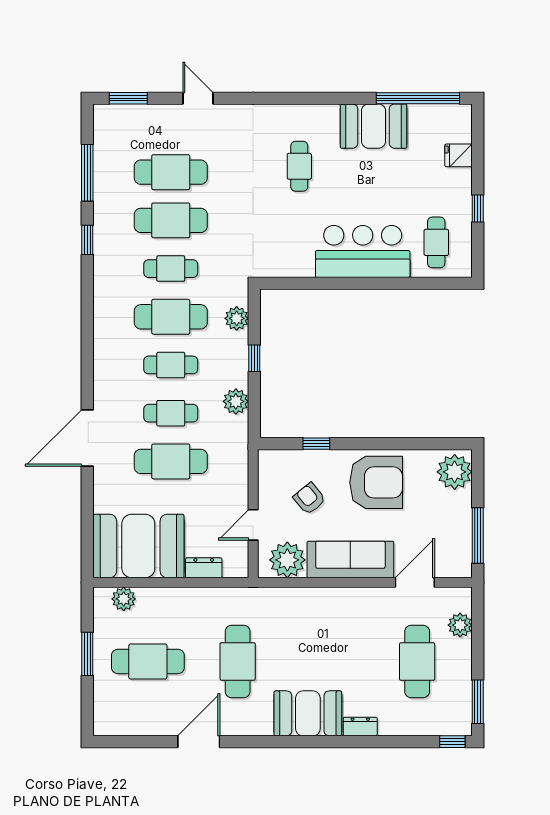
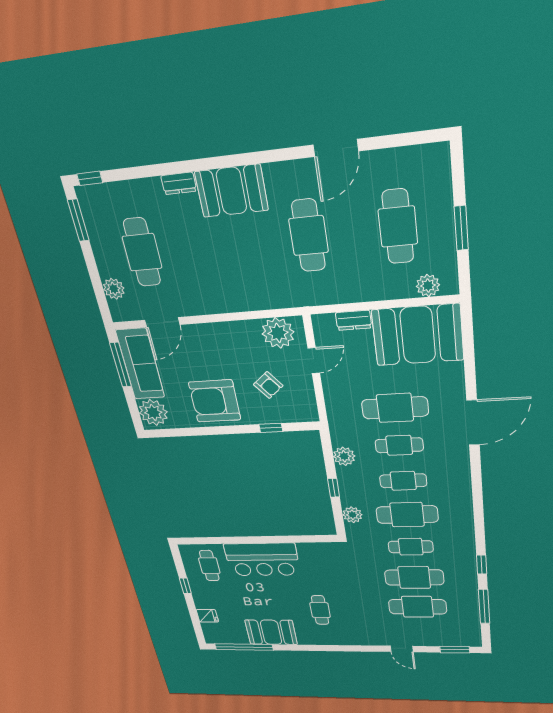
sofa: (350, 560) -> (140, 364), moved, turned -90
cafe table: (148, 661) -> (398, 227), turned 90

